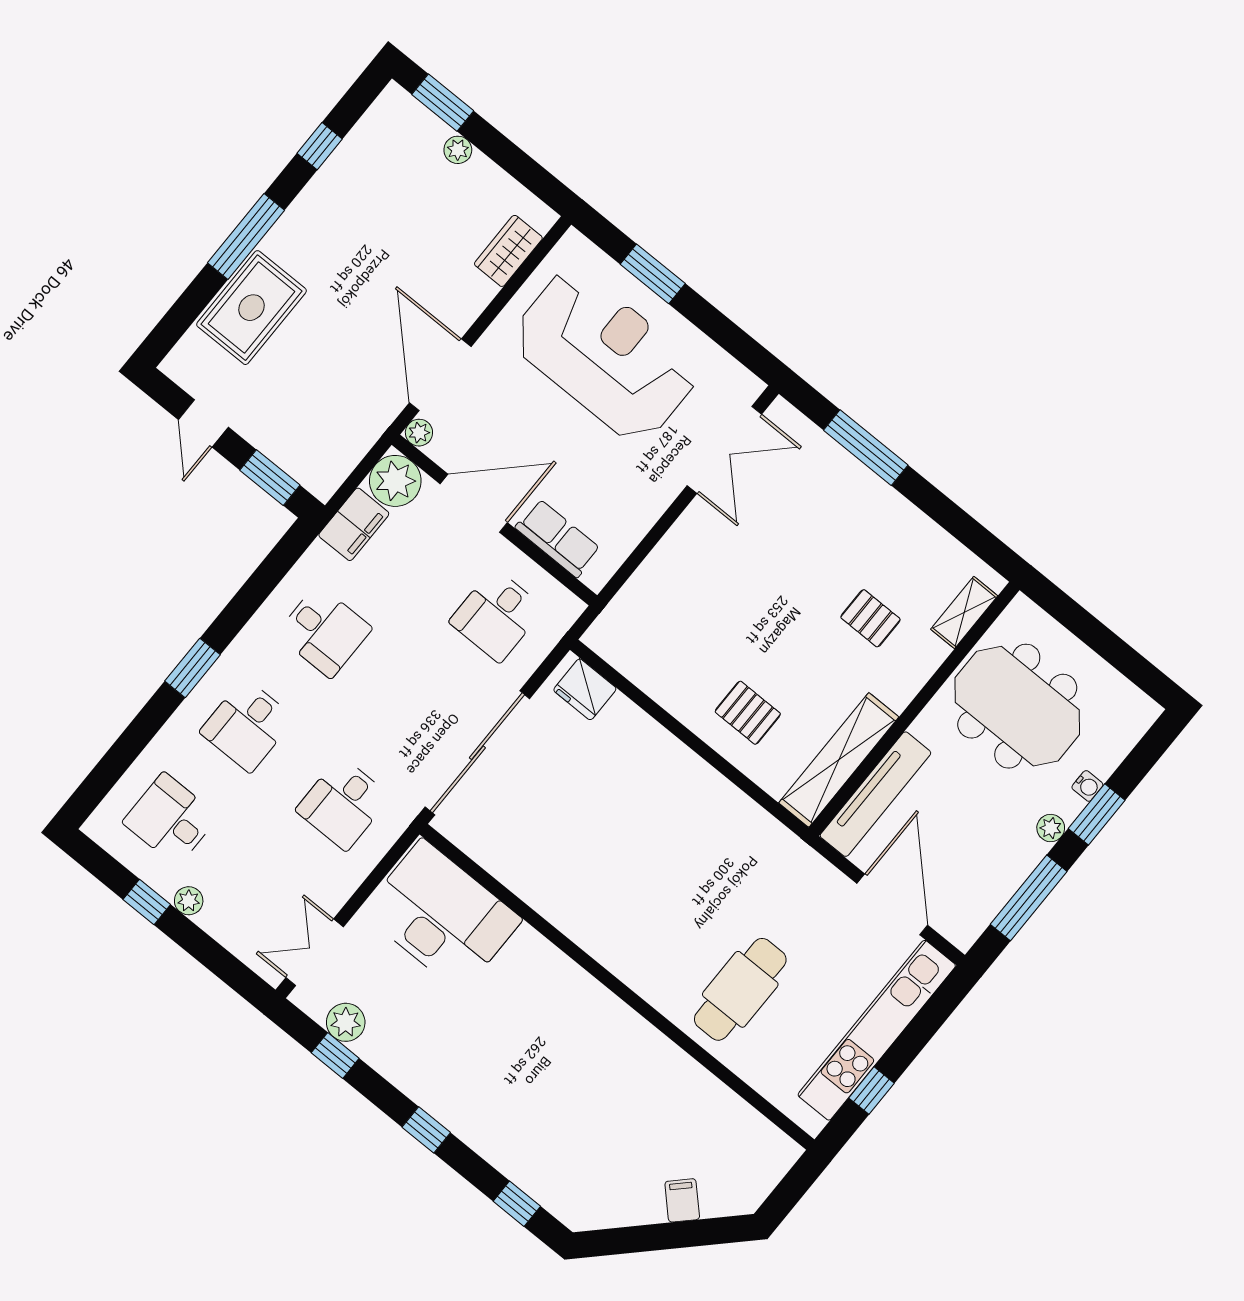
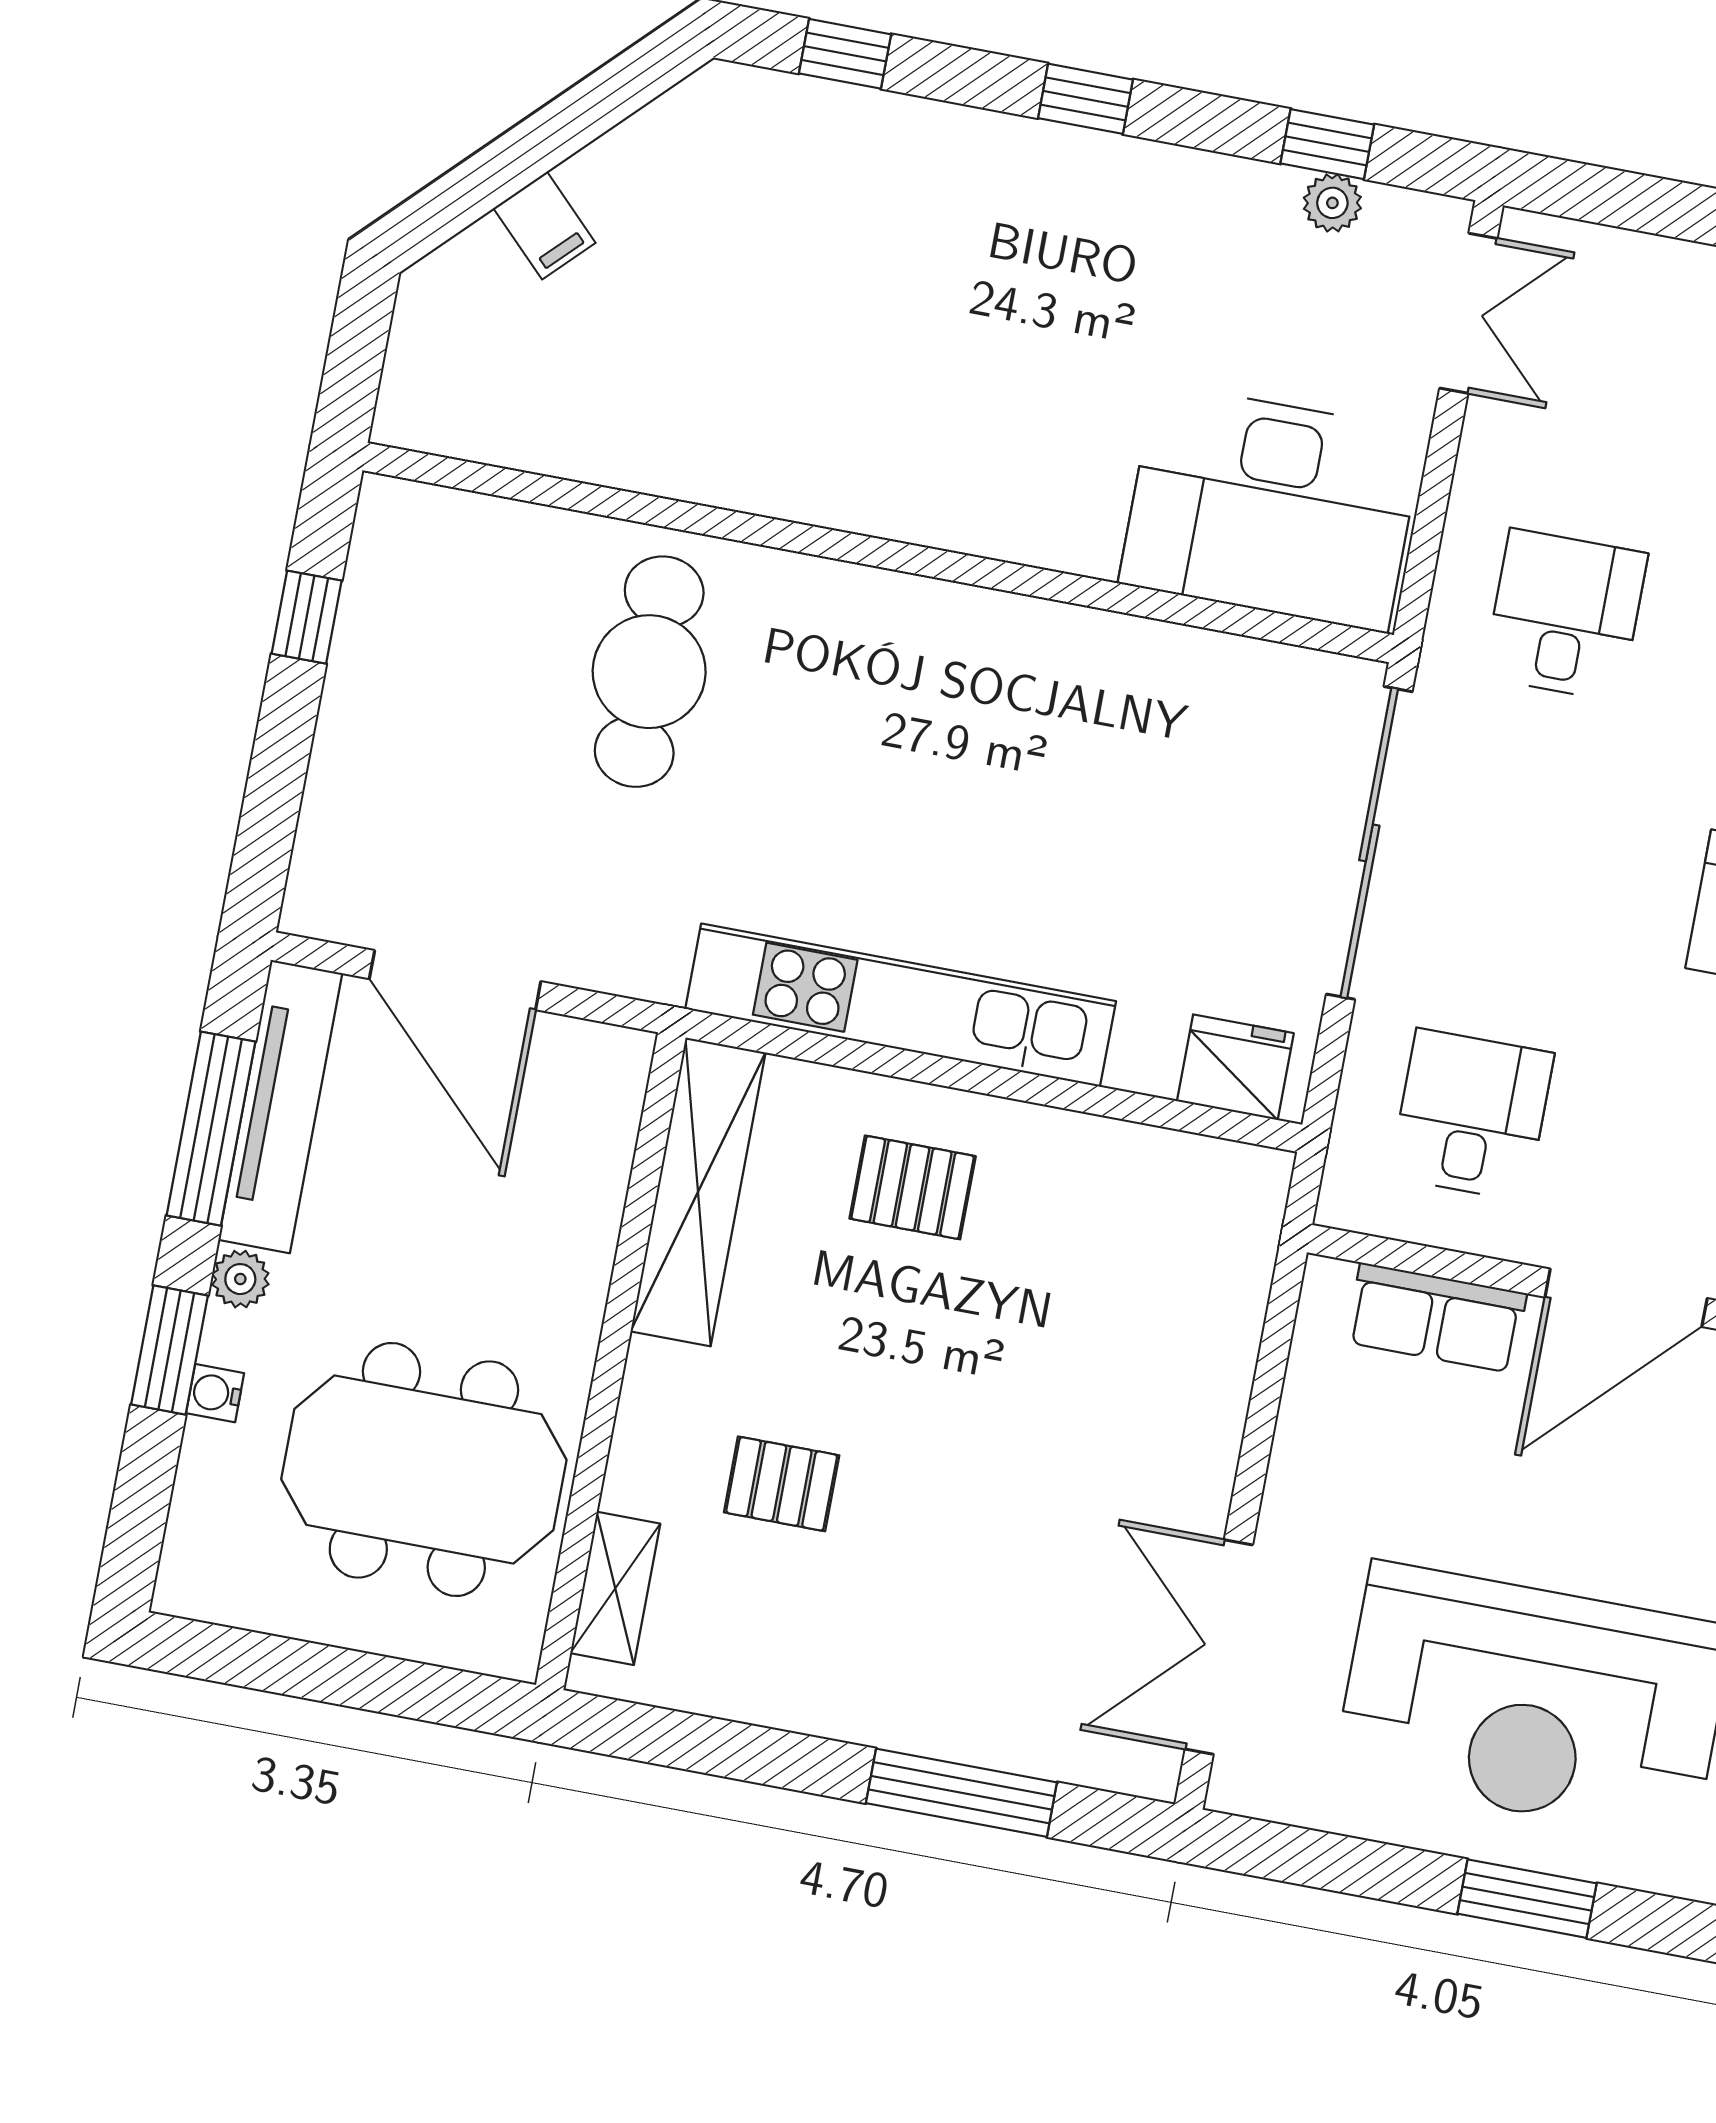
tv unit: (875, 794) -> (280, 1107), moved, turned 180
plant: (346, 1022) -> (1332, 203), width x0.73, depth x0.73
kitchen unit: (877, 1030) -> (901, 1005), moved, turned -90

